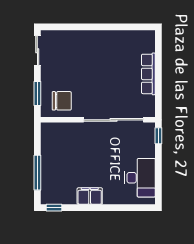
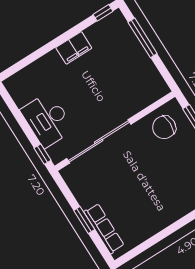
window: (158, 71) -> (84, 220), added
row of seats: (148, 74) -> (104, 229), moved
desk: (140, 178) -> (47, 120), moved

